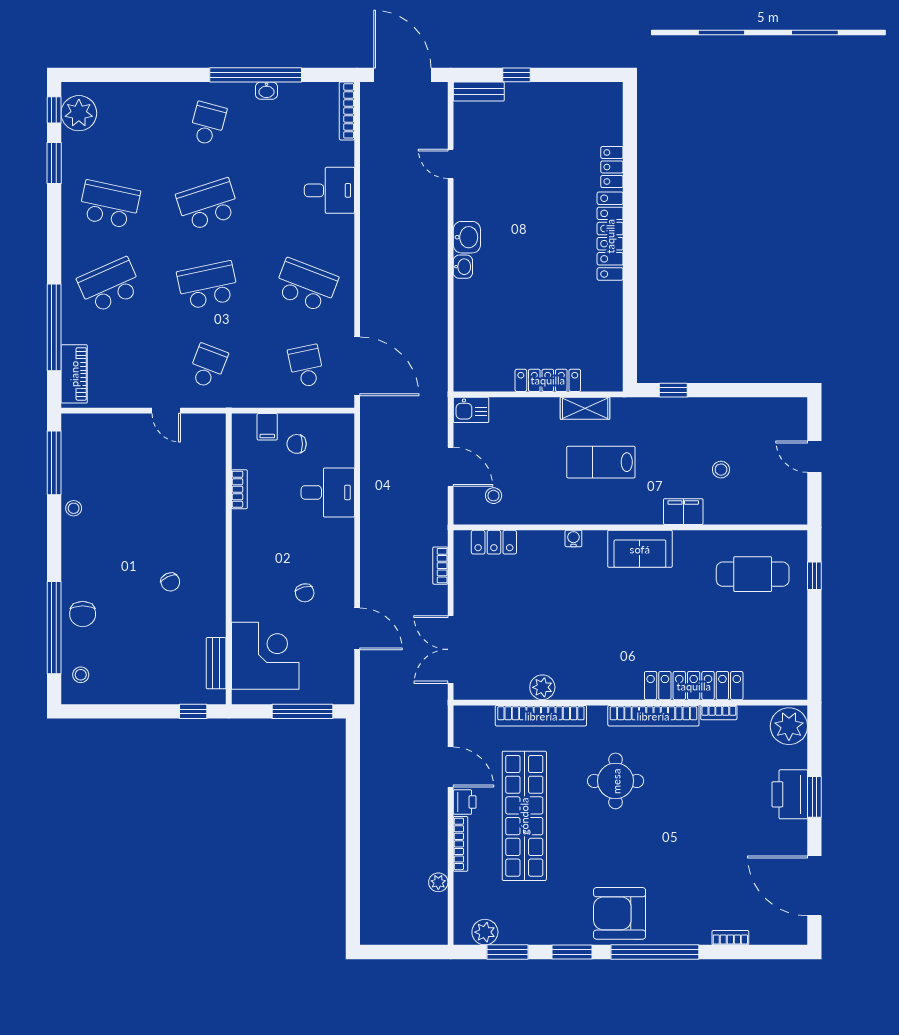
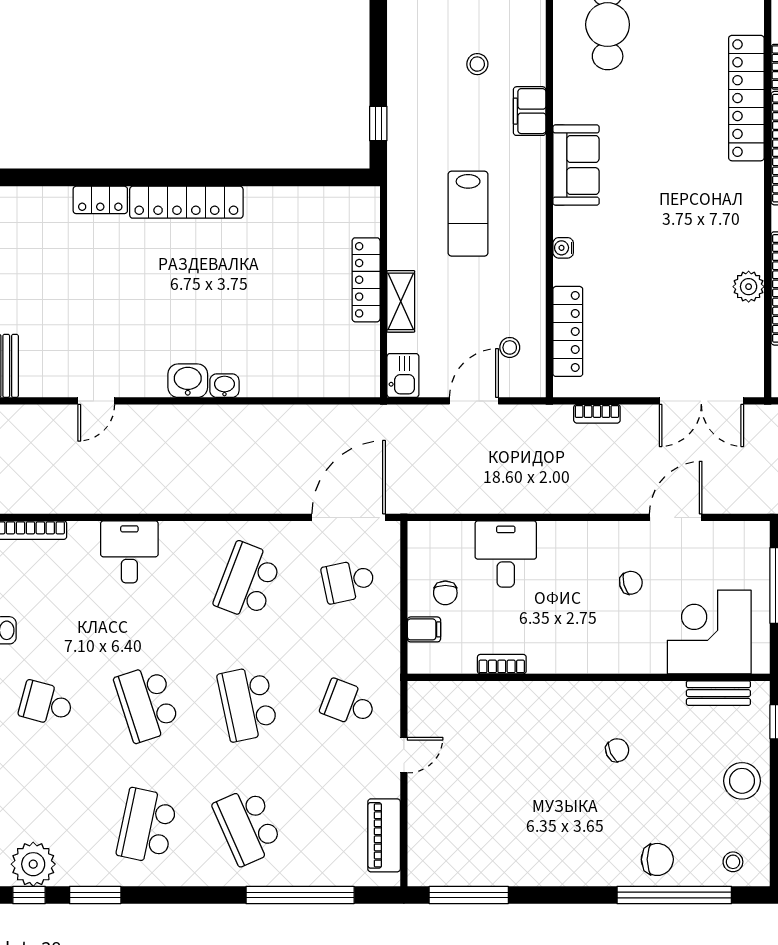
piano: (74, 374) -> (384, 835), moved, turned -90
shelving: (585, 408) -> (401, 301), moved
stool: (74, 508) -> (742, 781), moved, width x1.89, depth x1.89
locker: (494, 542) -> (568, 331), width x1.53

